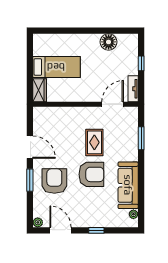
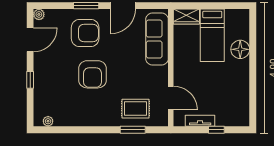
floor lamp: (109, 42) -> (240, 49), moved
tv unit: (133, 89) -> (200, 121), moved
rug: (94, 142) -> (135, 109), moved
sofa: (128, 185) -> (157, 39), moved, turned -90

